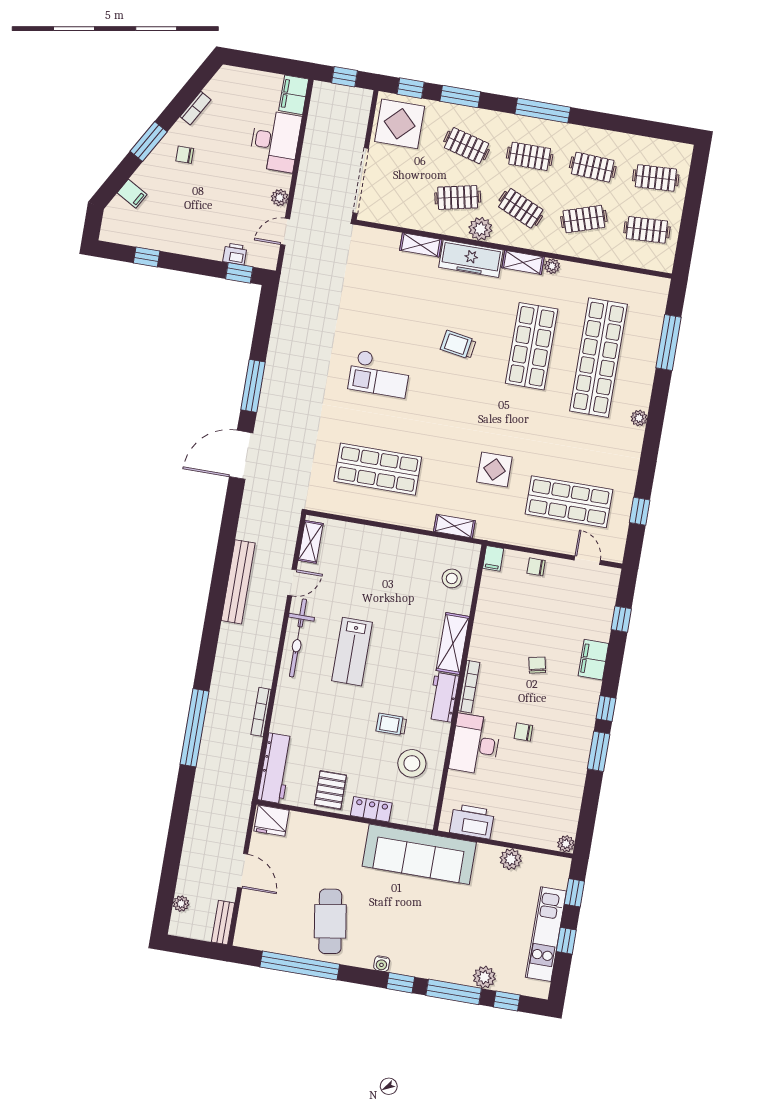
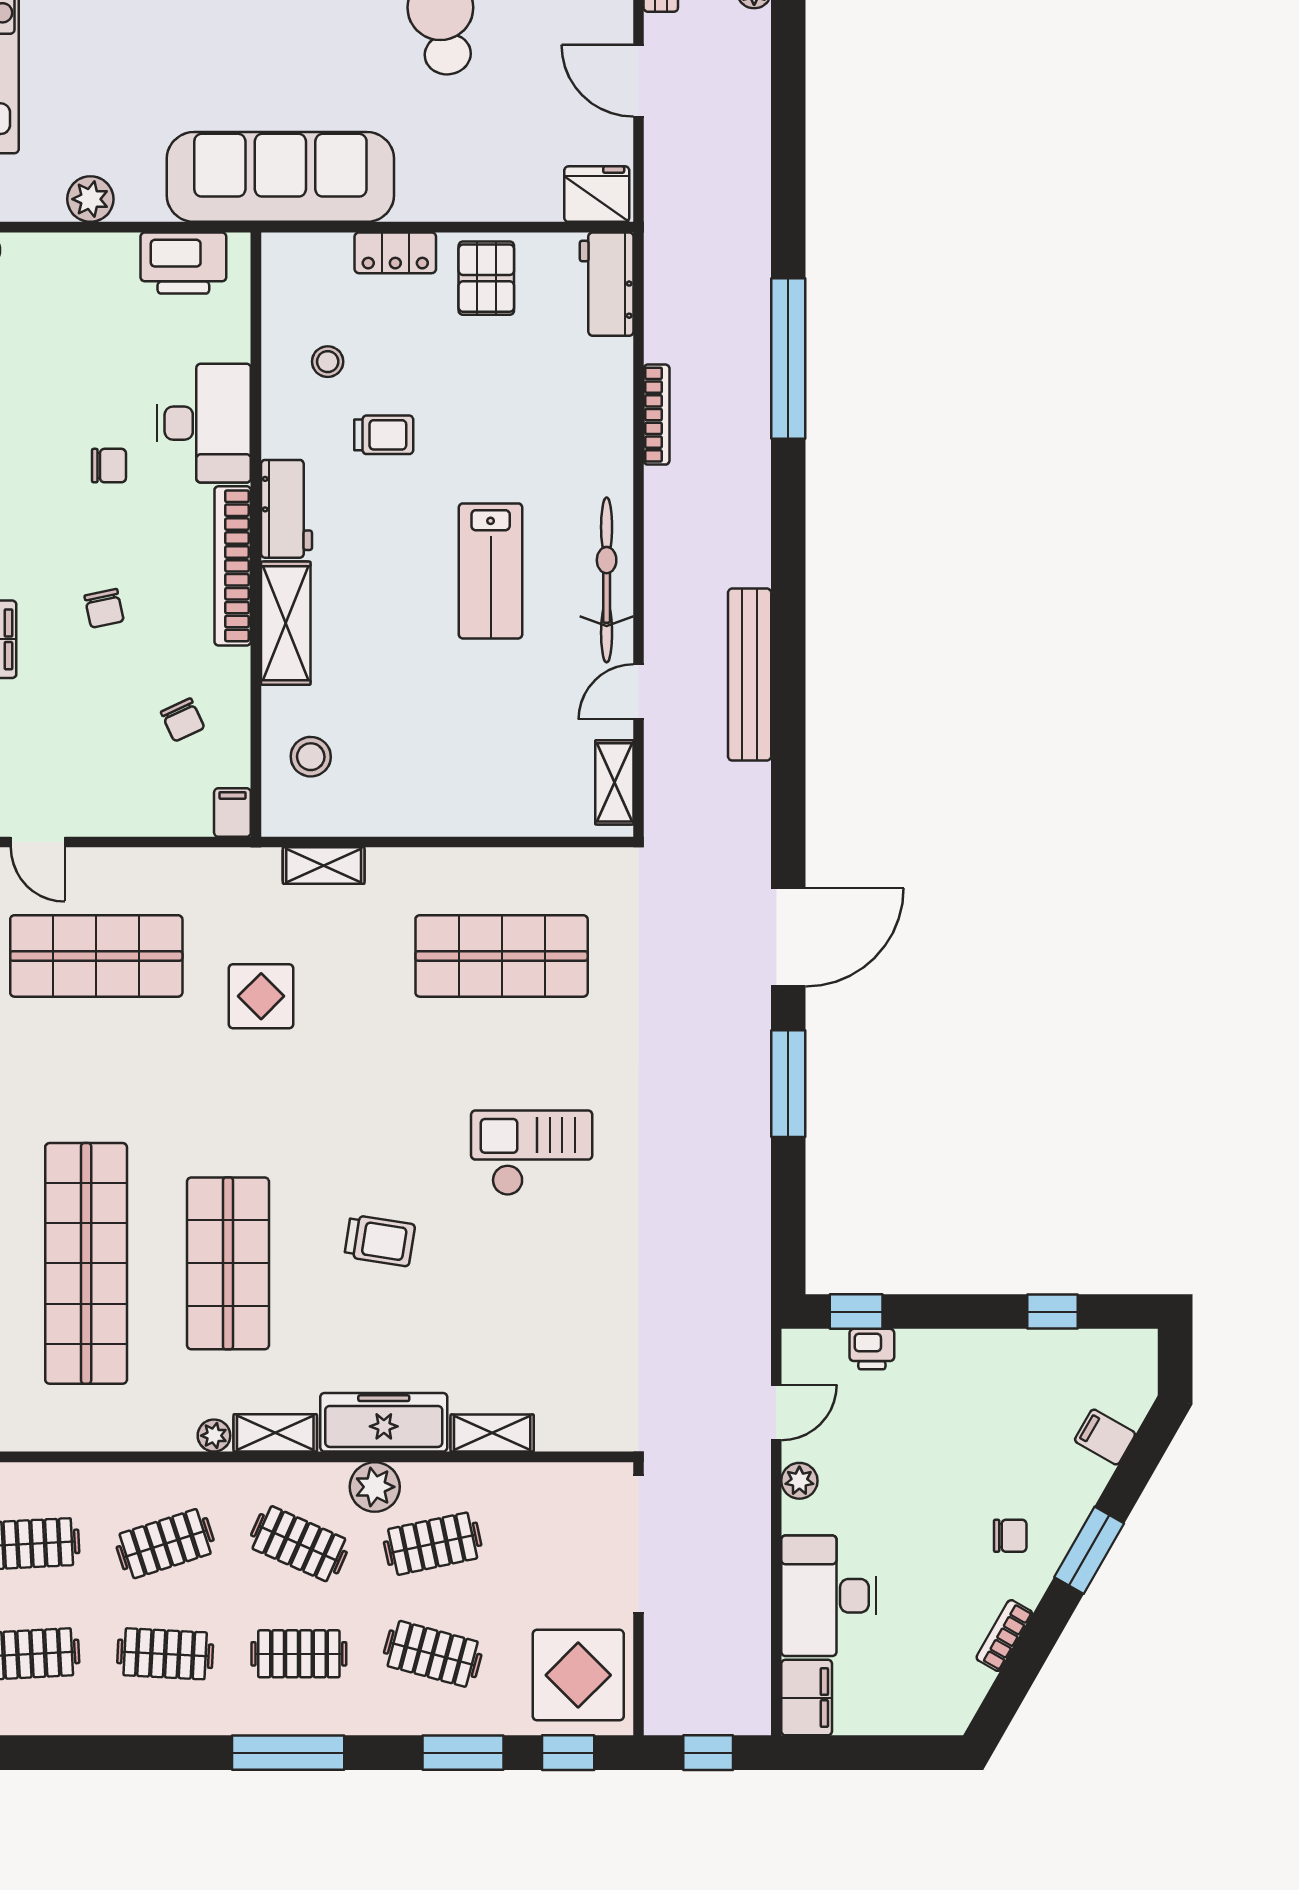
chair: (536, 567) -> (183, 720), moved, turned 65
lab bench: (352, 652) -> (491, 571), turned 180
bookcase: (469, 687) -> (233, 566), width x1.48, depth x1.31
stool: (412, 763) -> (328, 362), width x0.53, depth x0.53
workbench: (276, 768) -> (607, 284), width x0.73

